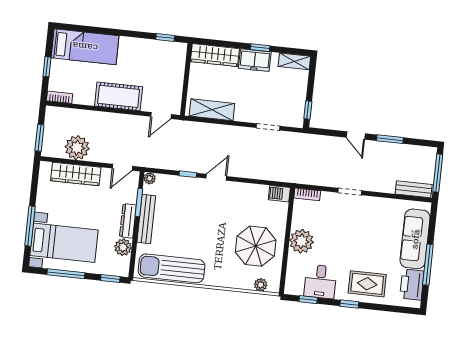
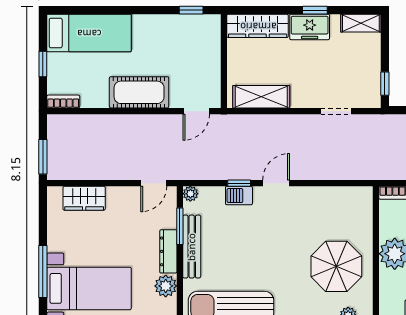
plant: (77, 148) -> (93, 164), removed
wardrobe: (76, 174) -> (84, 198), width x0.67
barbecue: (279, 194) -> (239, 196), moved

